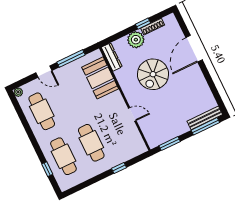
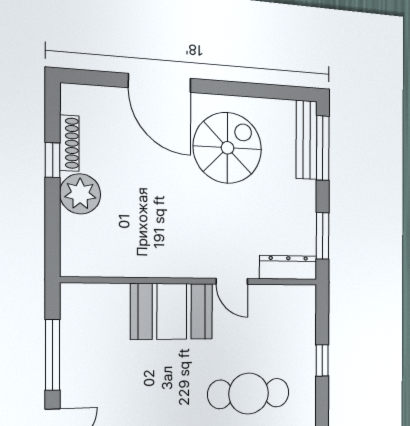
dresser: (112, 57) -> (288, 267), moved
spiral stairs: (153, 74) -> (227, 148), moved, turned -90
booth: (100, 78) -> (172, 311), moved
door: (132, 114) -> (232, 281), swing flipped

